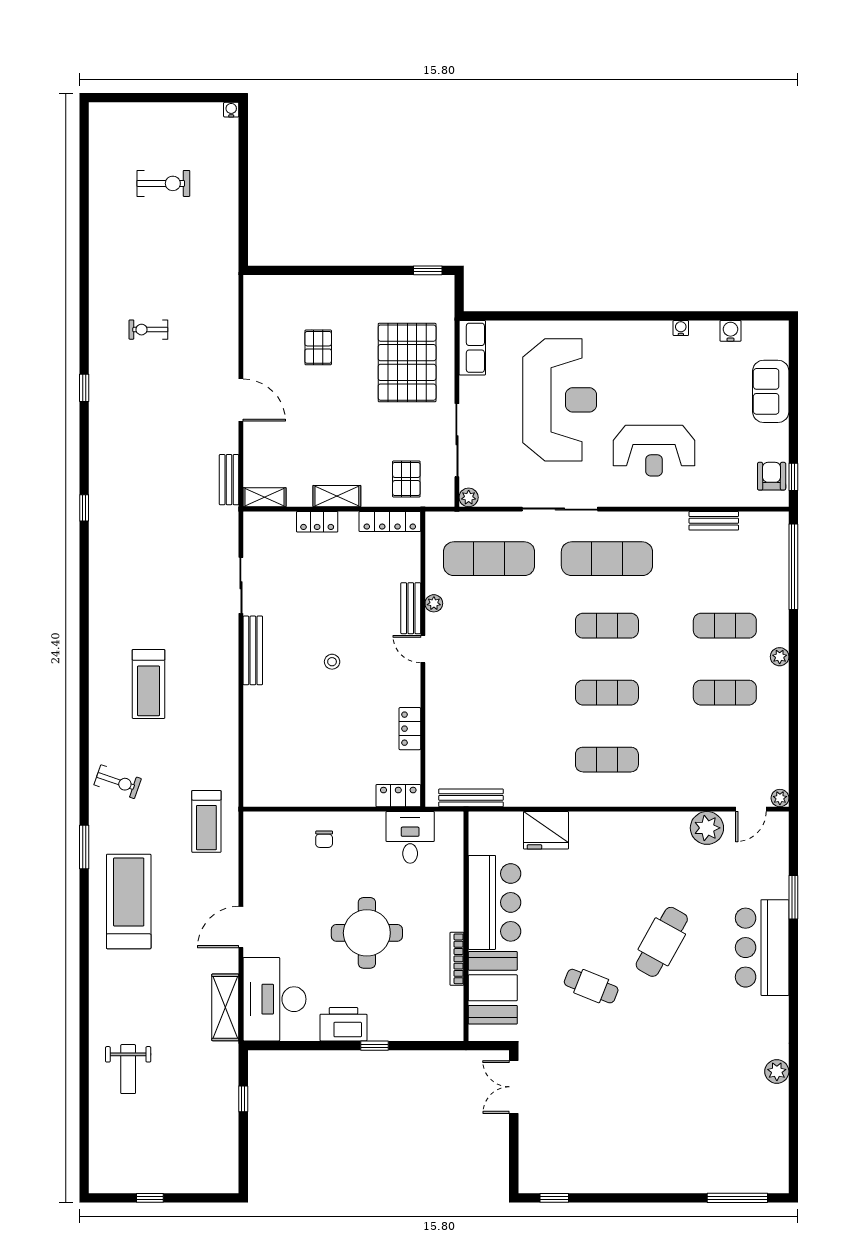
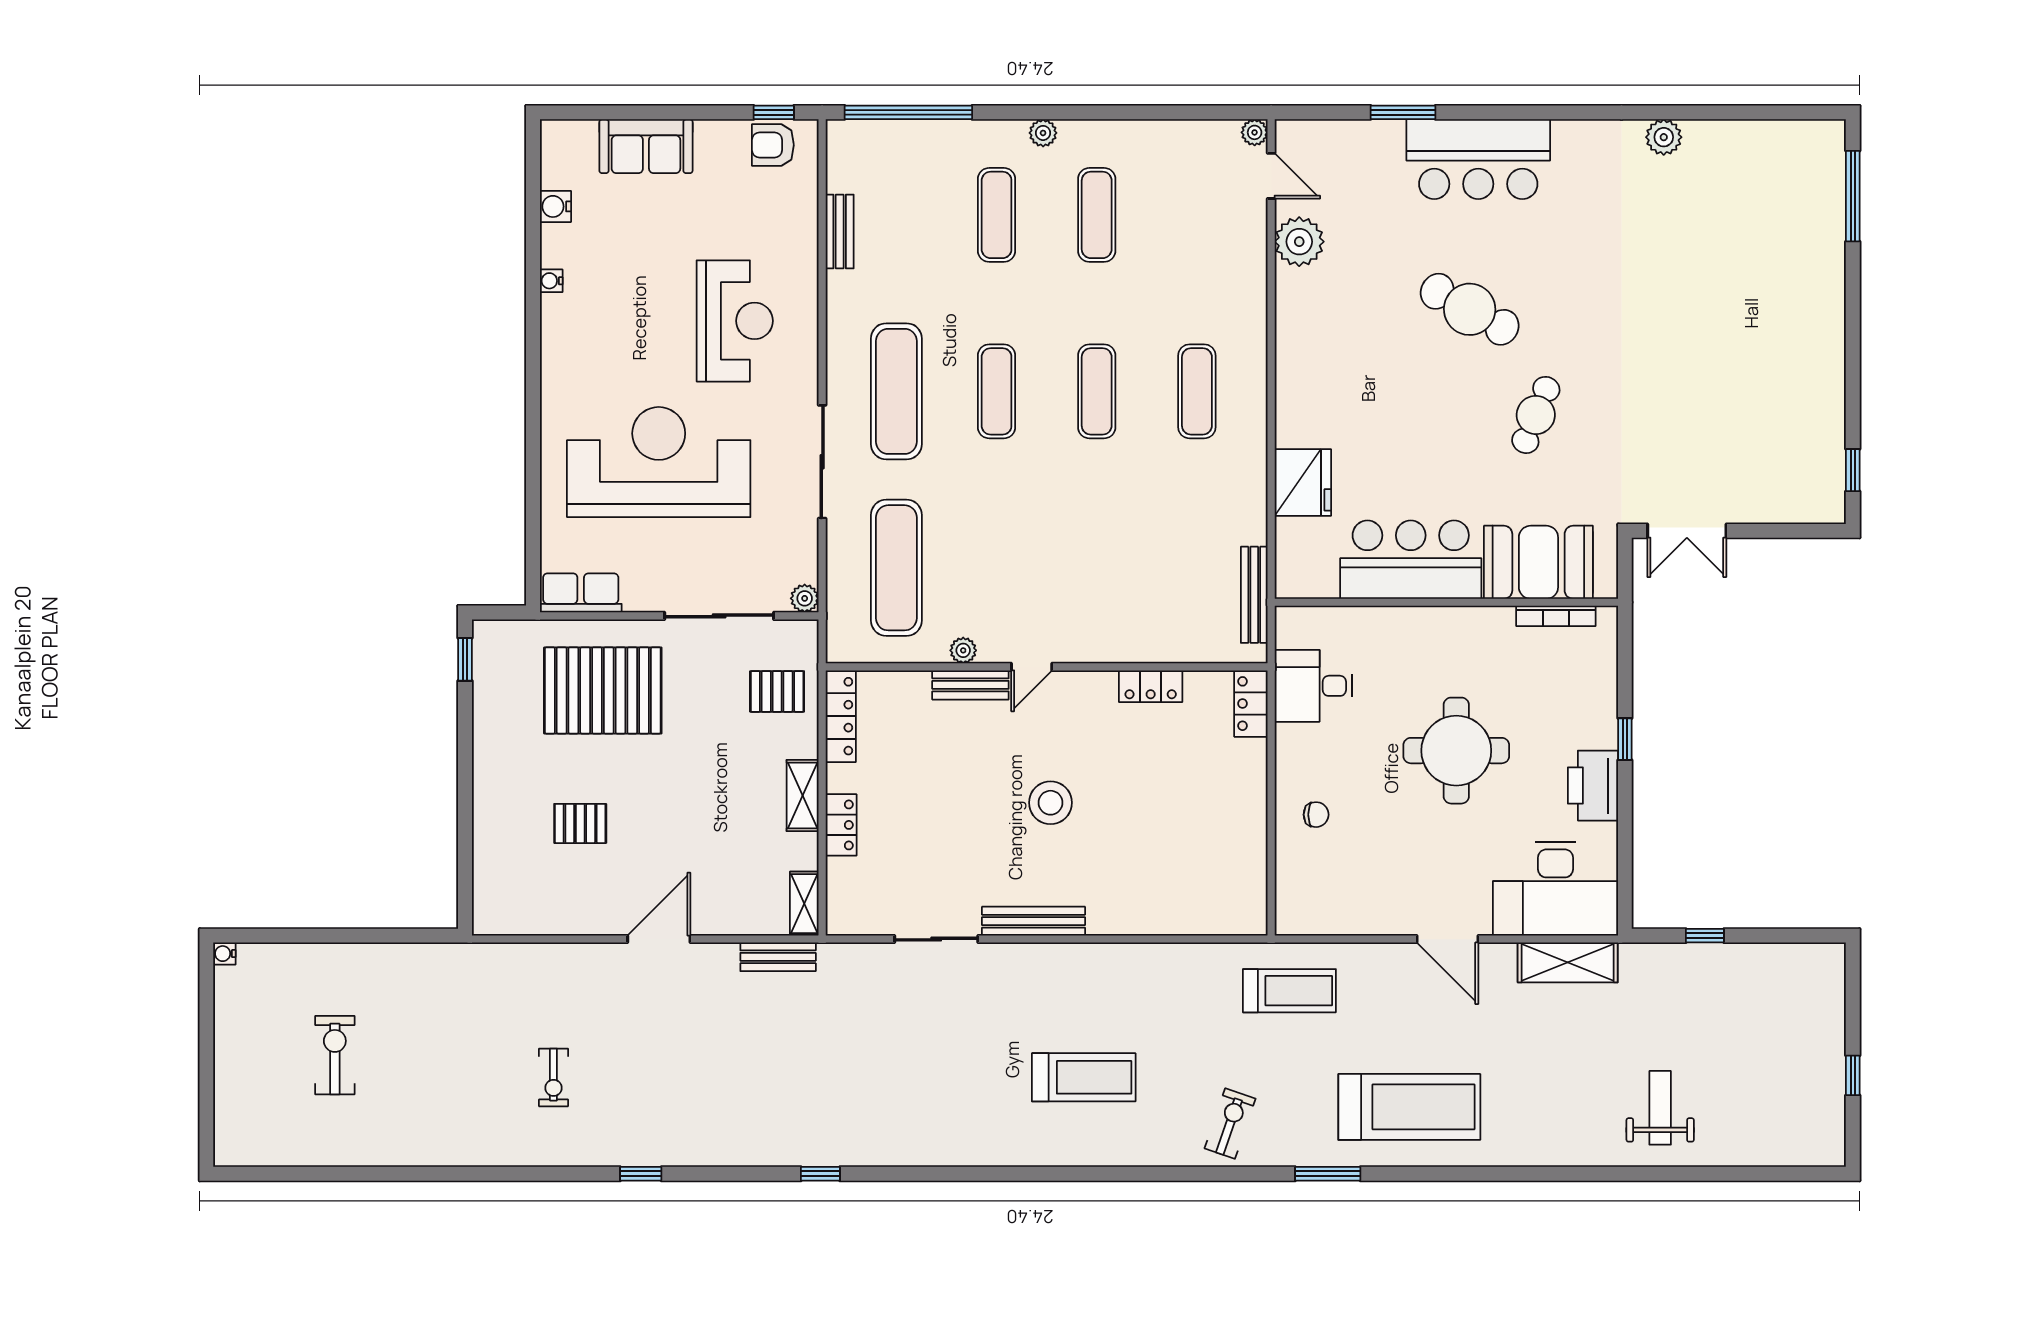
stool: (332, 662) -> (1051, 803), width x1.89, depth x1.89
treadmill: (129, 901) -> (1409, 1107), turned 180
bookcase: (457, 959) -> (1556, 616), moved
weight bench: (128, 1069) -> (1660, 1108), turned -90

